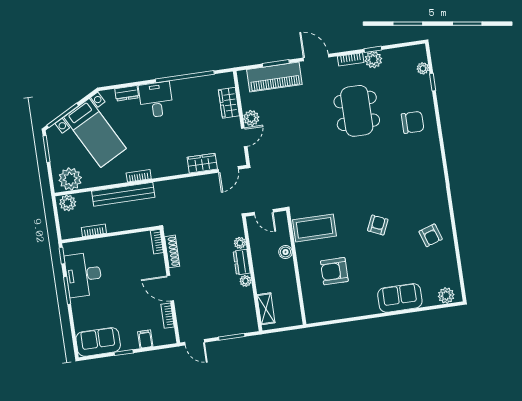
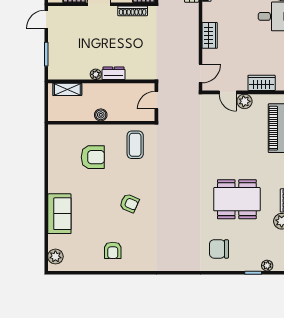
chair: (413, 122) -> (219, 249), turned 90
wardrobe: (202, 163) -> (210, 35), moved
door: (228, 169) -> (200, 73), swing flipped
coffee table: (314, 228) -> (135, 145), width x0.73, depth x0.76
armchair: (431, 235) -> (113, 250), turned -72
plant: (240, 243) -> (131, 74), removed
boiler: (285, 252) -> (101, 115), moved
armchair: (334, 271) -> (93, 157), turned 90

